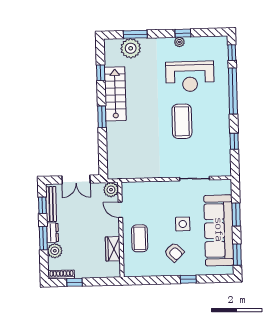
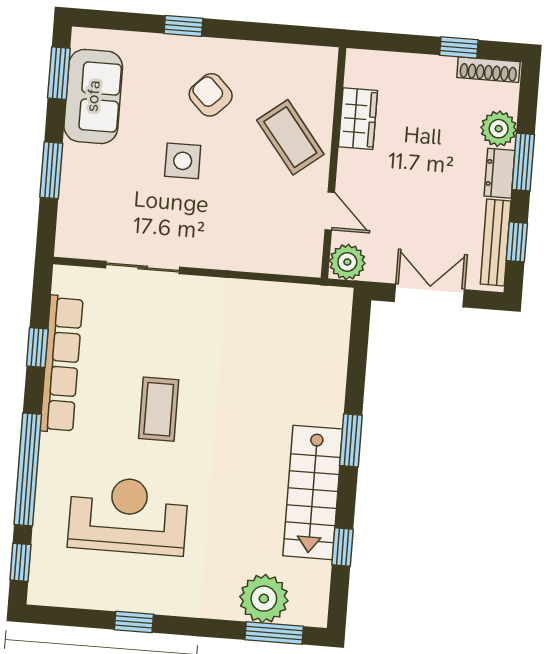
window: (135, 34) -> (274, 633), moved
plant: (179, 42) -> (144, 602), removed
coffee table: (182, 121) -> (159, 409), width x0.73, depth x0.76
row of seats: (224, 136) -> (61, 364), added
sofa: (219, 230) -> (93, 96), width x0.54, depth x0.79
coffee table: (140, 238) -> (290, 137), turned -38

